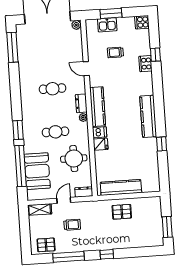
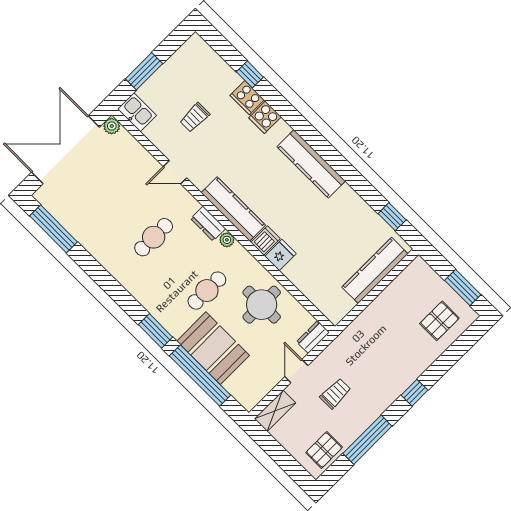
cooker: (142, 22) -> (265, 117), moved
kitchen sink: (107, 25) -> (137, 112), moved, turned -90
window: (162, 144) -> (392, 217), moved
booth: (37, 171) -> (213, 348), moved
kitchen counter: (121, 187) -> (375, 270), moved
pallet: (122, 212) -> (439, 321), moved

